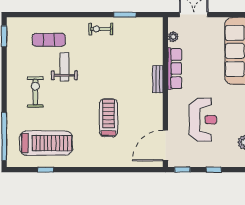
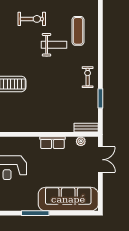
row of seats: (175, 69) -> (52, 143), width x0.68
bench: (158, 79) -> (86, 128), moved

